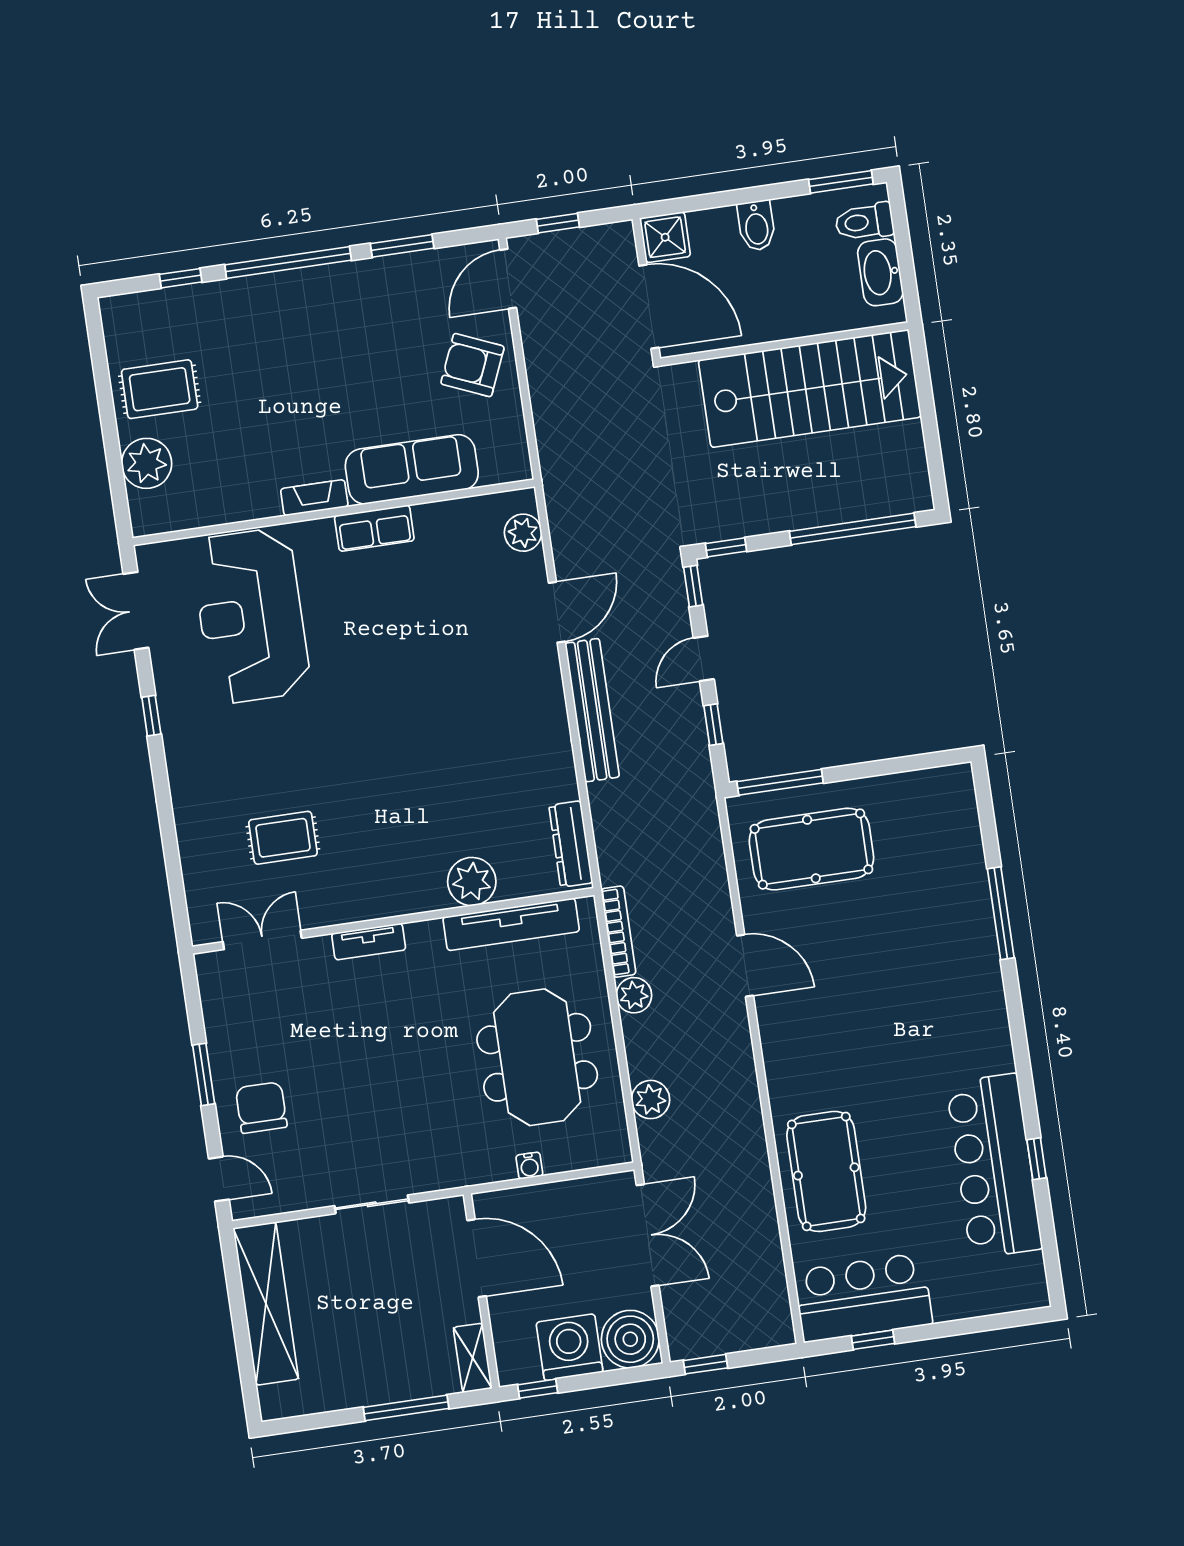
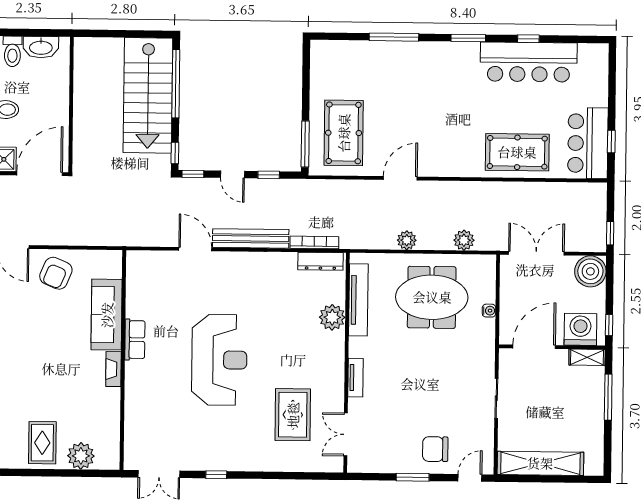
stairs: (810, 388) -> (148, 95), moved, turned 180
plant: (523, 533) -> (150, 260), removed
reception desk: (251, 616) -> (219, 360), moved, turned -90
rug: (283, 838) -> (293, 415), width x1.36, depth x1.43
bookcase: (618, 932) -> (314, 242), moved
window: (1021, 1049) -> (468, 38), added
washing machine: (570, 1347) -> (580, 329), moved, turned 90

